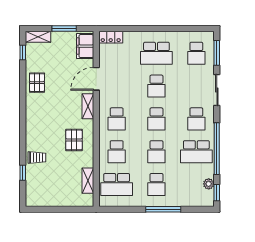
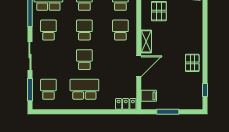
shelving: (38, 37) -> (191, 104), removed
filing cabinet: (85, 46) -> (149, 96), width x0.50

